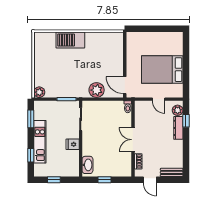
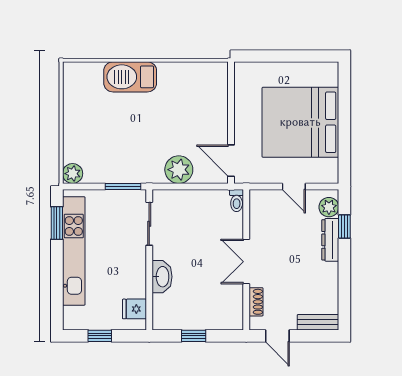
bed: (162, 70) -> (300, 122), width x1.36
kitchen unit: (40, 142) -> (74, 251), width x1.36
fridge: (73, 144) -> (134, 309), moved
window: (31, 155) -> (57, 290), removed
washbasin: (87, 165) -> (162, 277), moved

